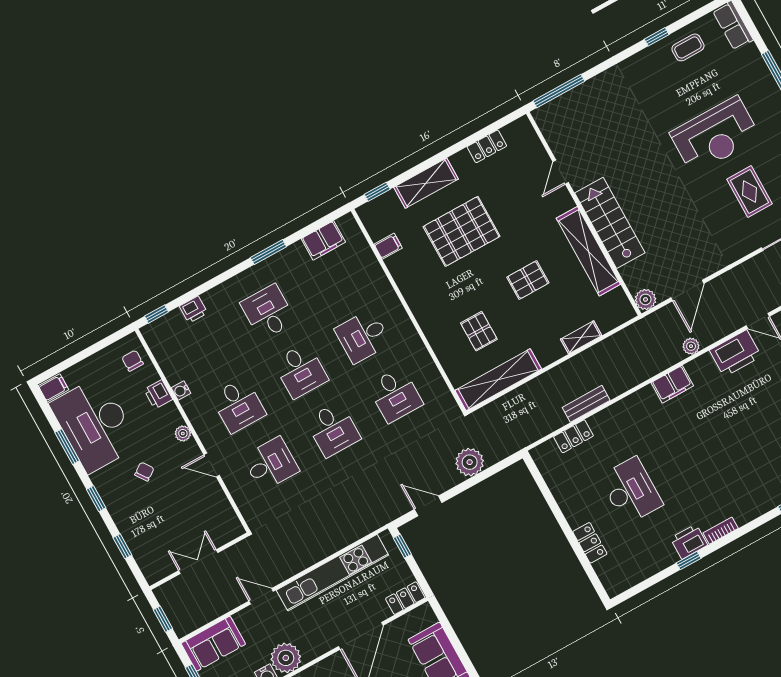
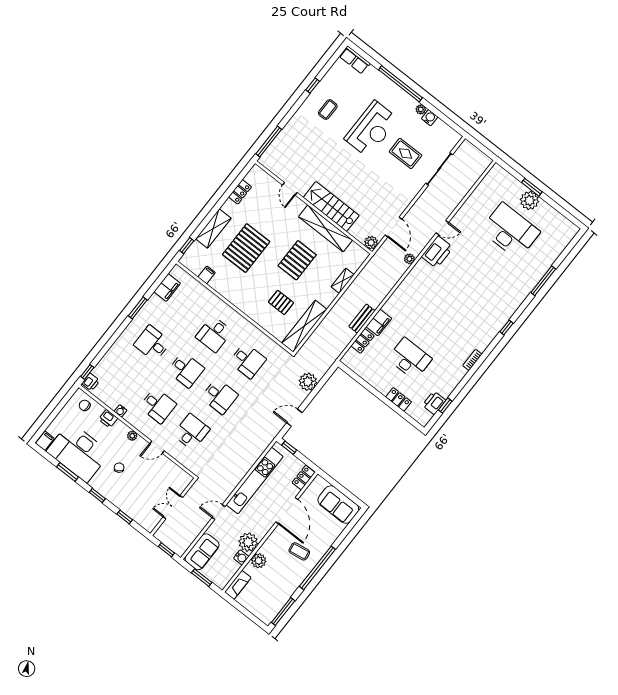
coffee table: (688, 47) -> (328, 110), moved
pallet: (528, 280) -> (297, 260), width x1.50, depth x1.42
printer: (193, 310) -> (91, 382), moved
filing cabinet: (672, 384) -> (379, 323), moved
printer: (689, 542) -> (434, 403), moved
window: (689, 561) -> (445, 406), moved

